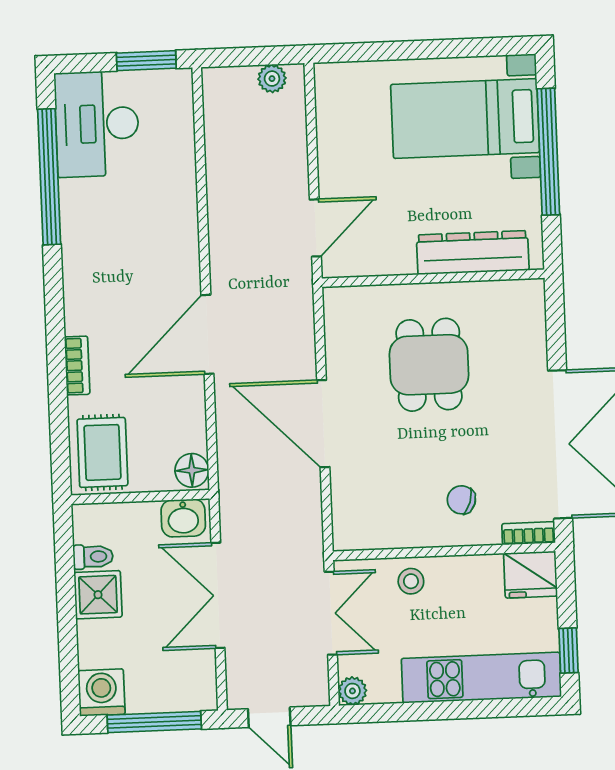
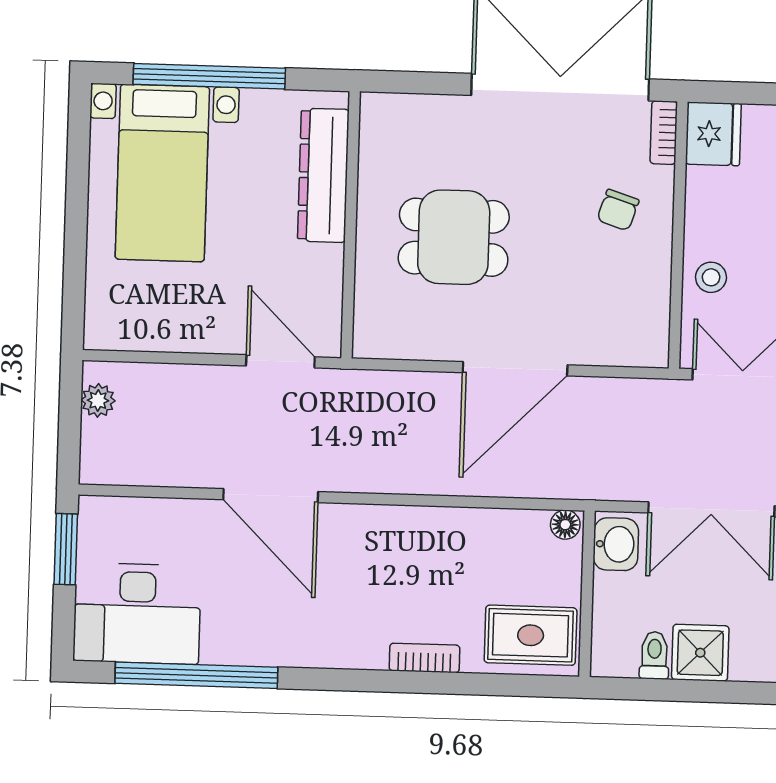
door: (207, 334) -> (271, 496), moved
floor lamp: (192, 470) -> (565, 525), width x0.73, depth x0.73

